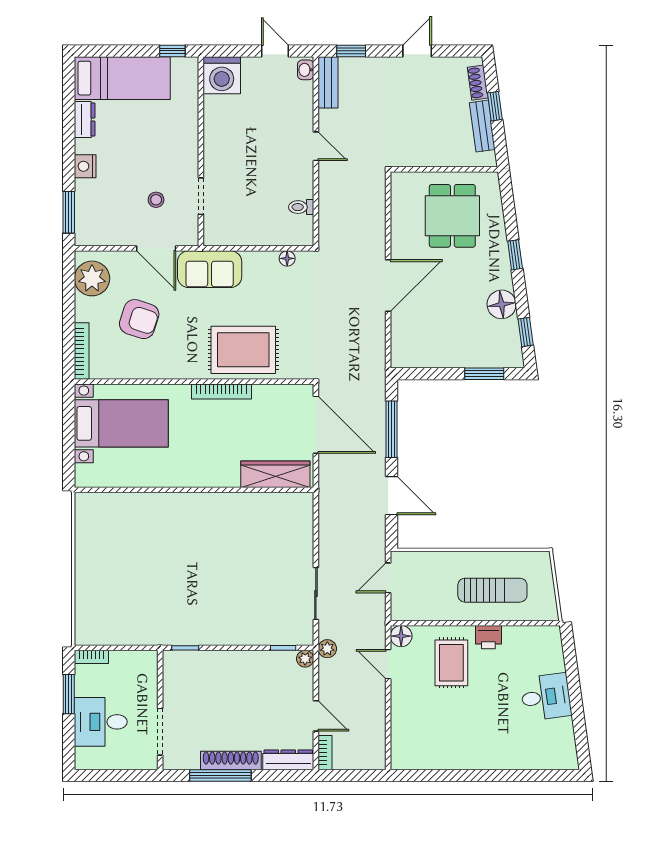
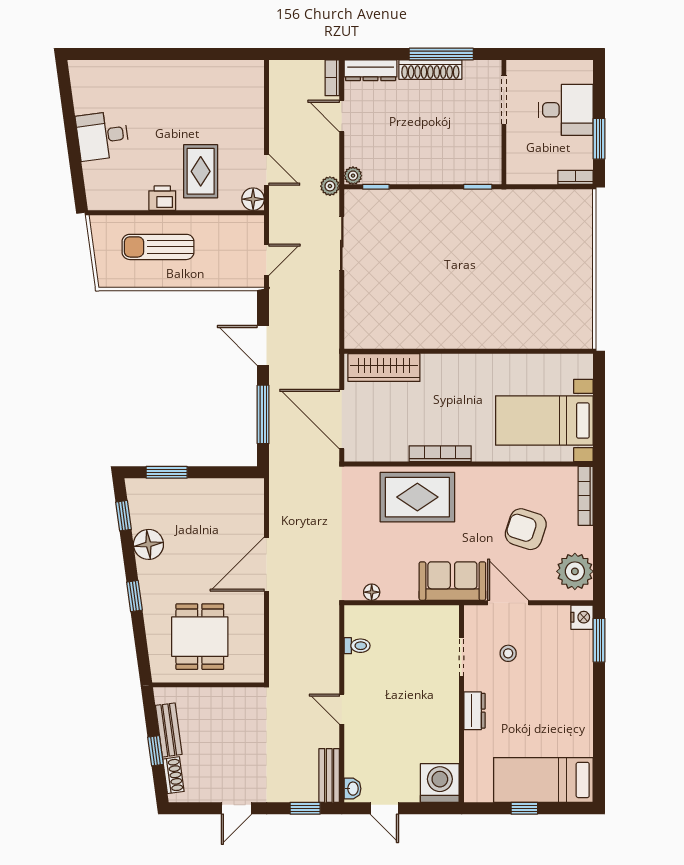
window: (172, 51) -> (524, 808), moved
dresser: (85, 120) -> (475, 711), moved, turned 180
nightstand: (85, 166) -> (582, 617), moved

